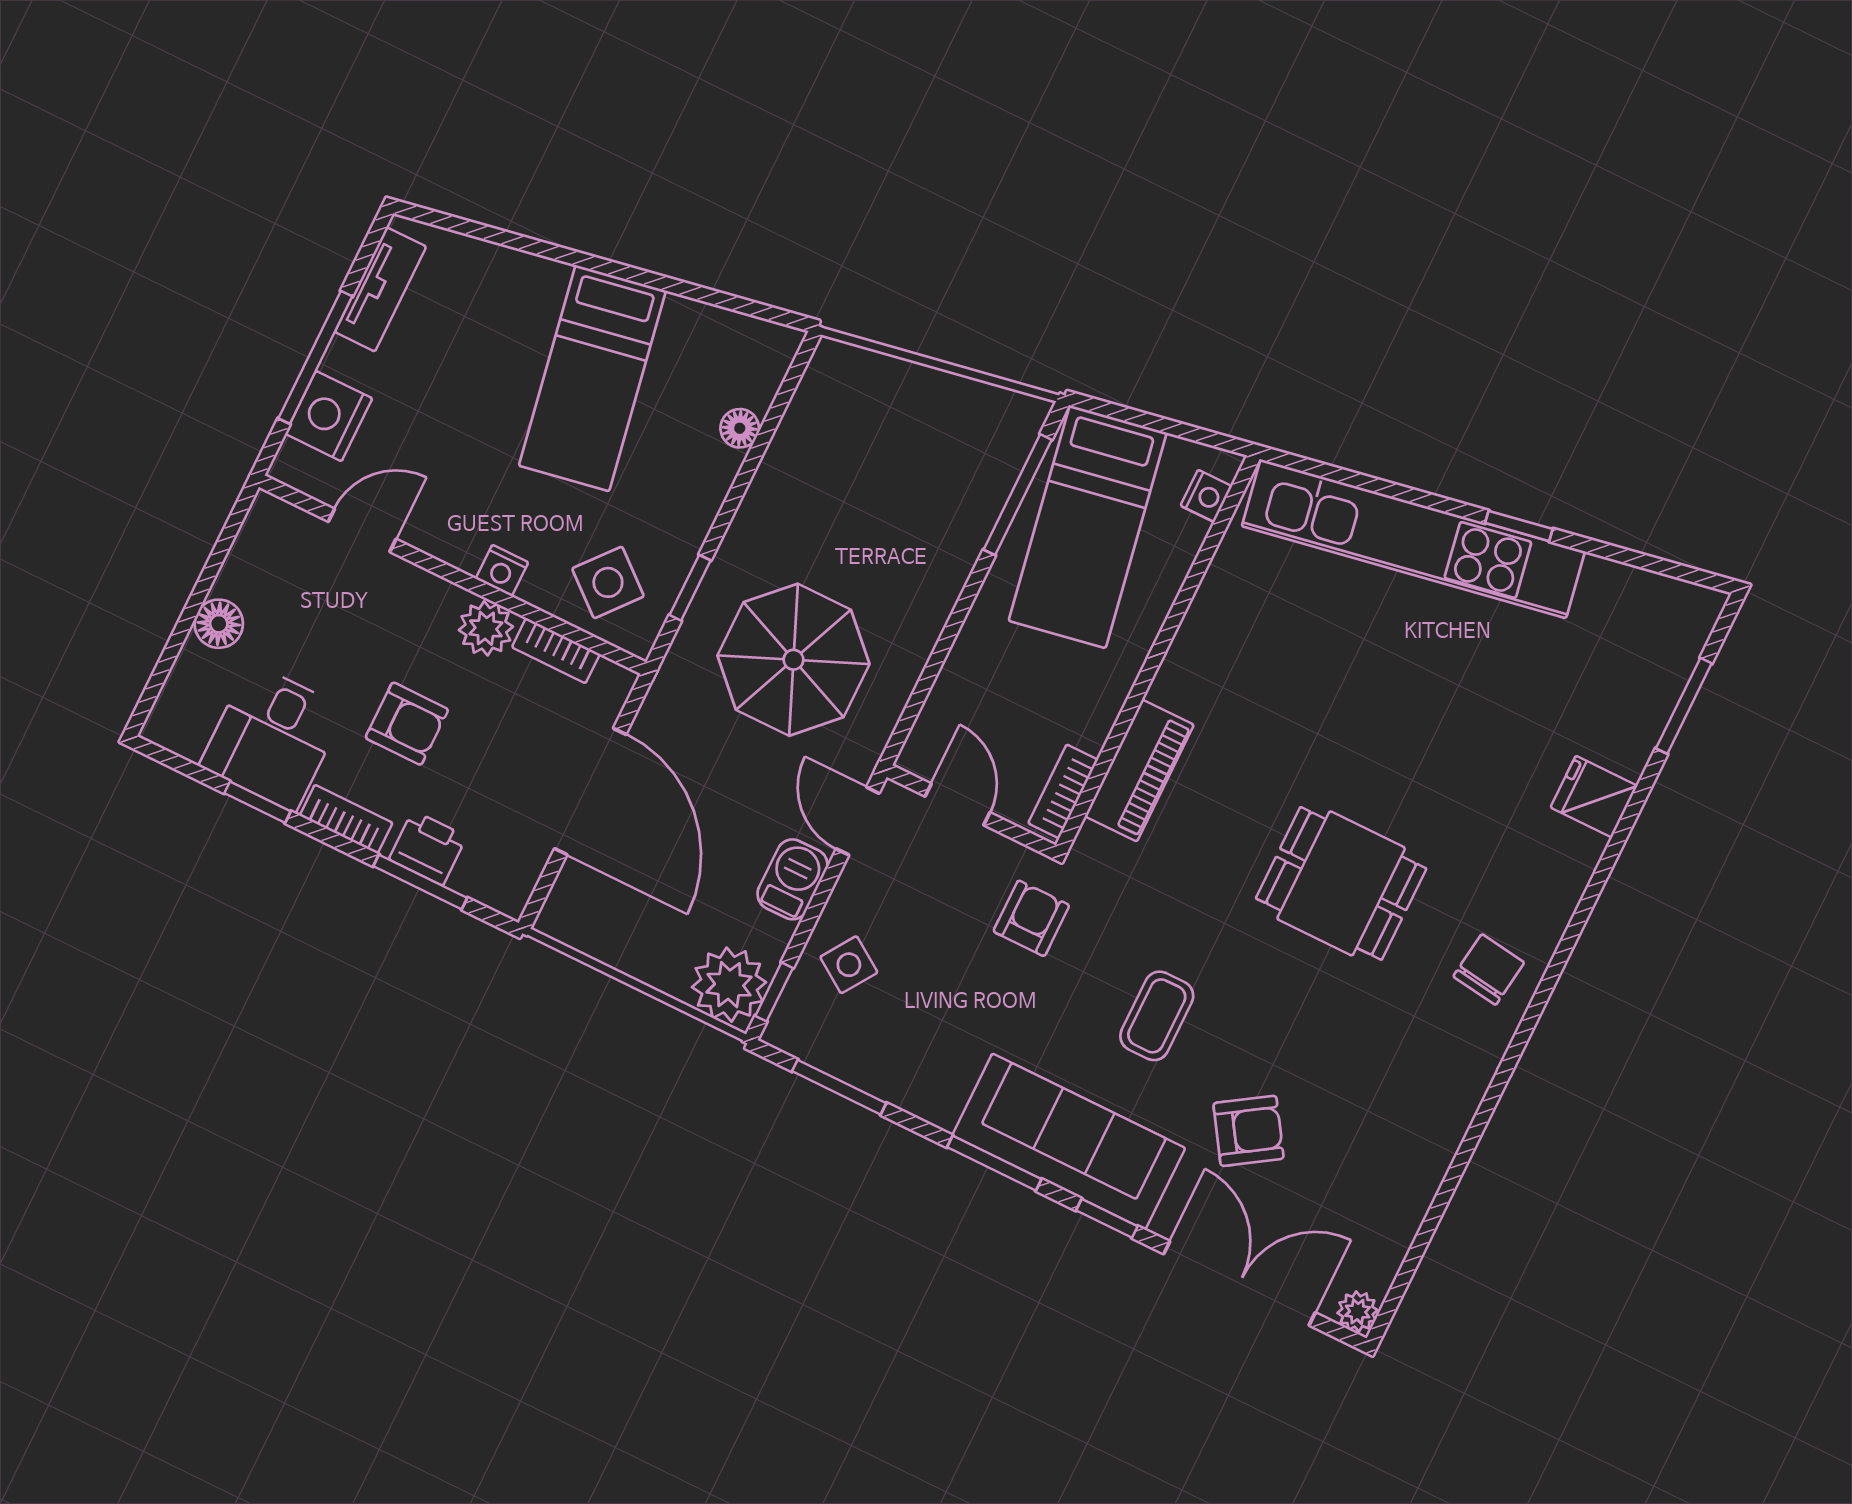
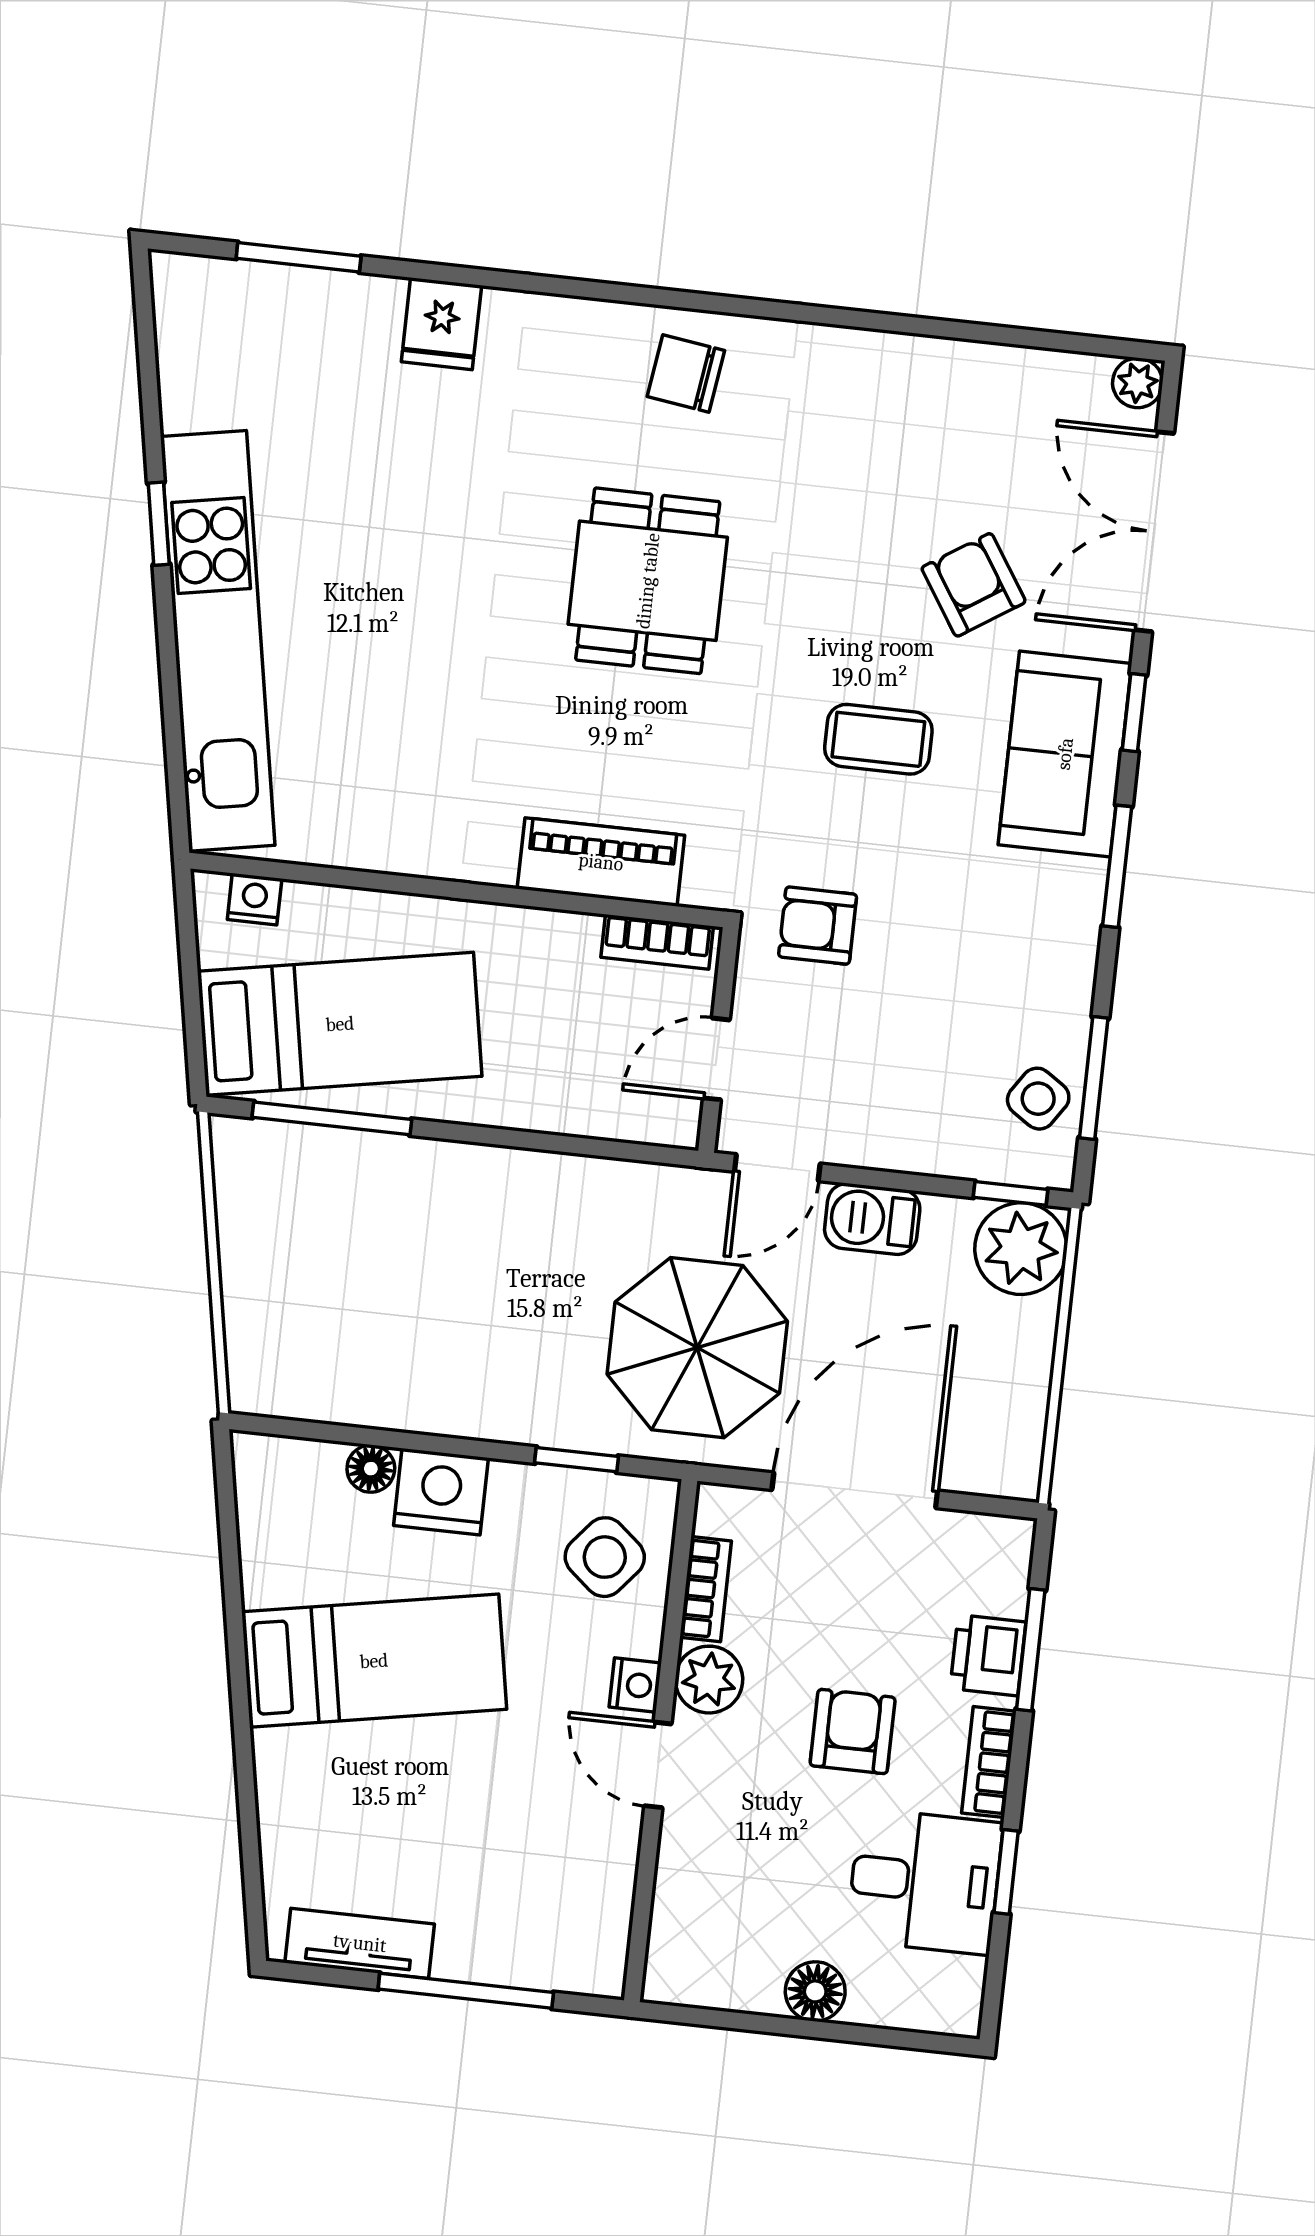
nightstand: (329, 416) -> (441, 1492), moved, turned 180
door: (362, 530) -> (658, 1765), moved
parasol: (793, 660) -> (697, 1348), moved
side table: (849, 965) -> (1038, 1099), moved
sofa: (1069, 1142) -> (1065, 754), width x0.73

